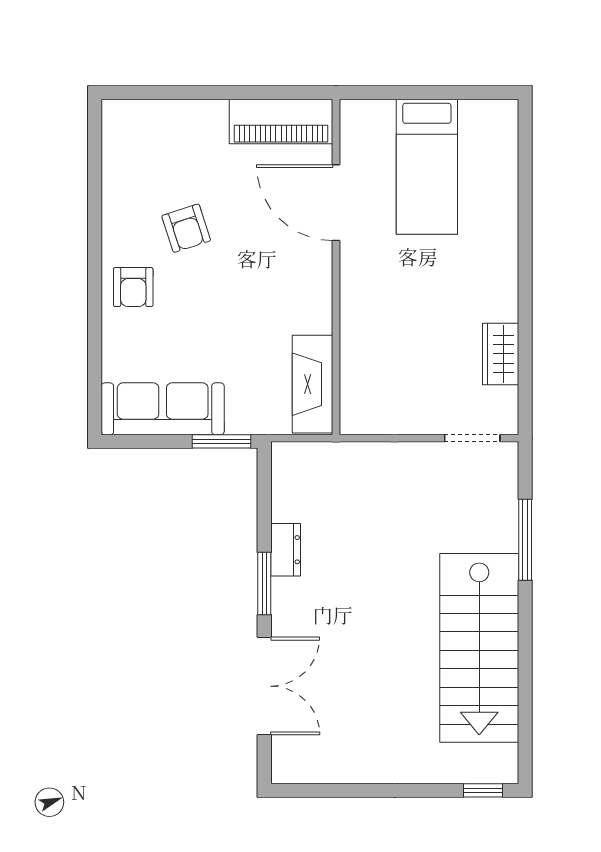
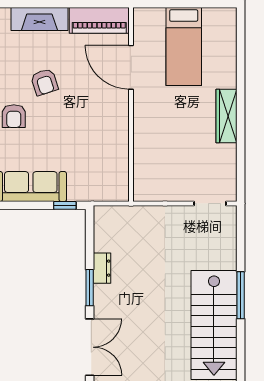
wardrobe: (501, 354) -> (226, 116), moved, width x1.50
fireplace: (313, 384) -> (39, 19), moved, turned -90
window: (221, 441) -> (65, 205), width x0.67
window: (525, 540) -> (241, 295), moved

